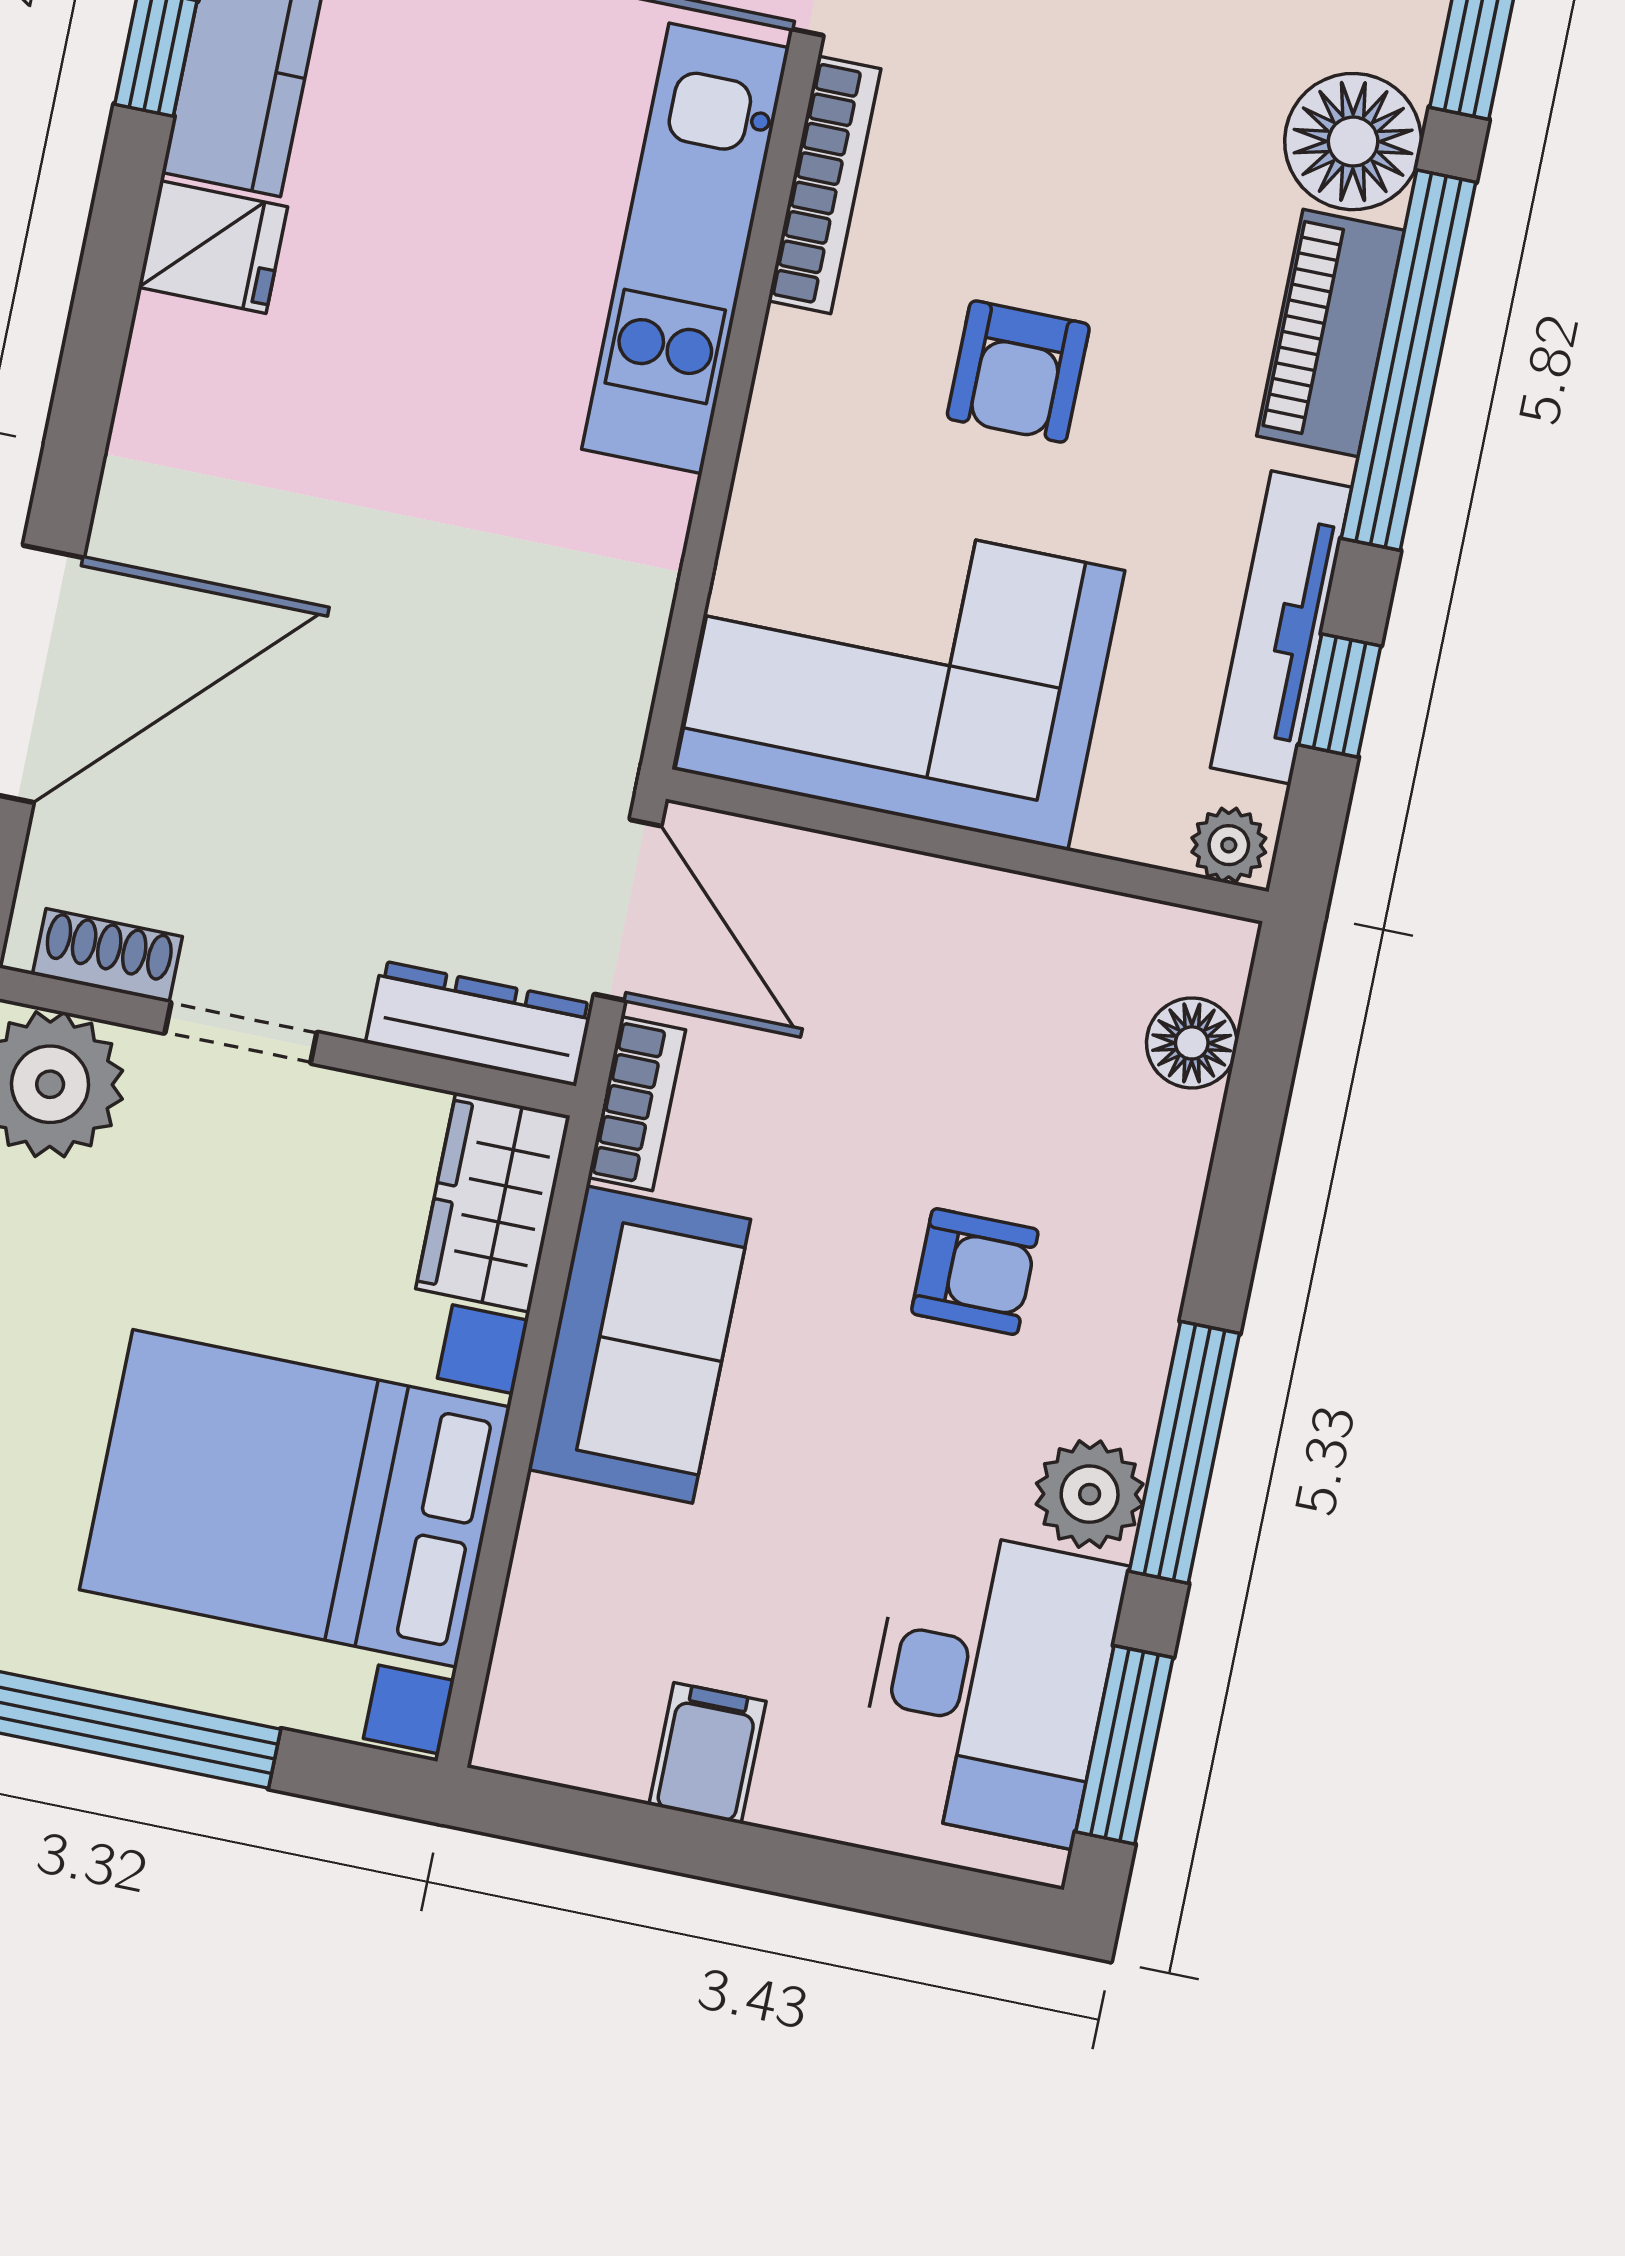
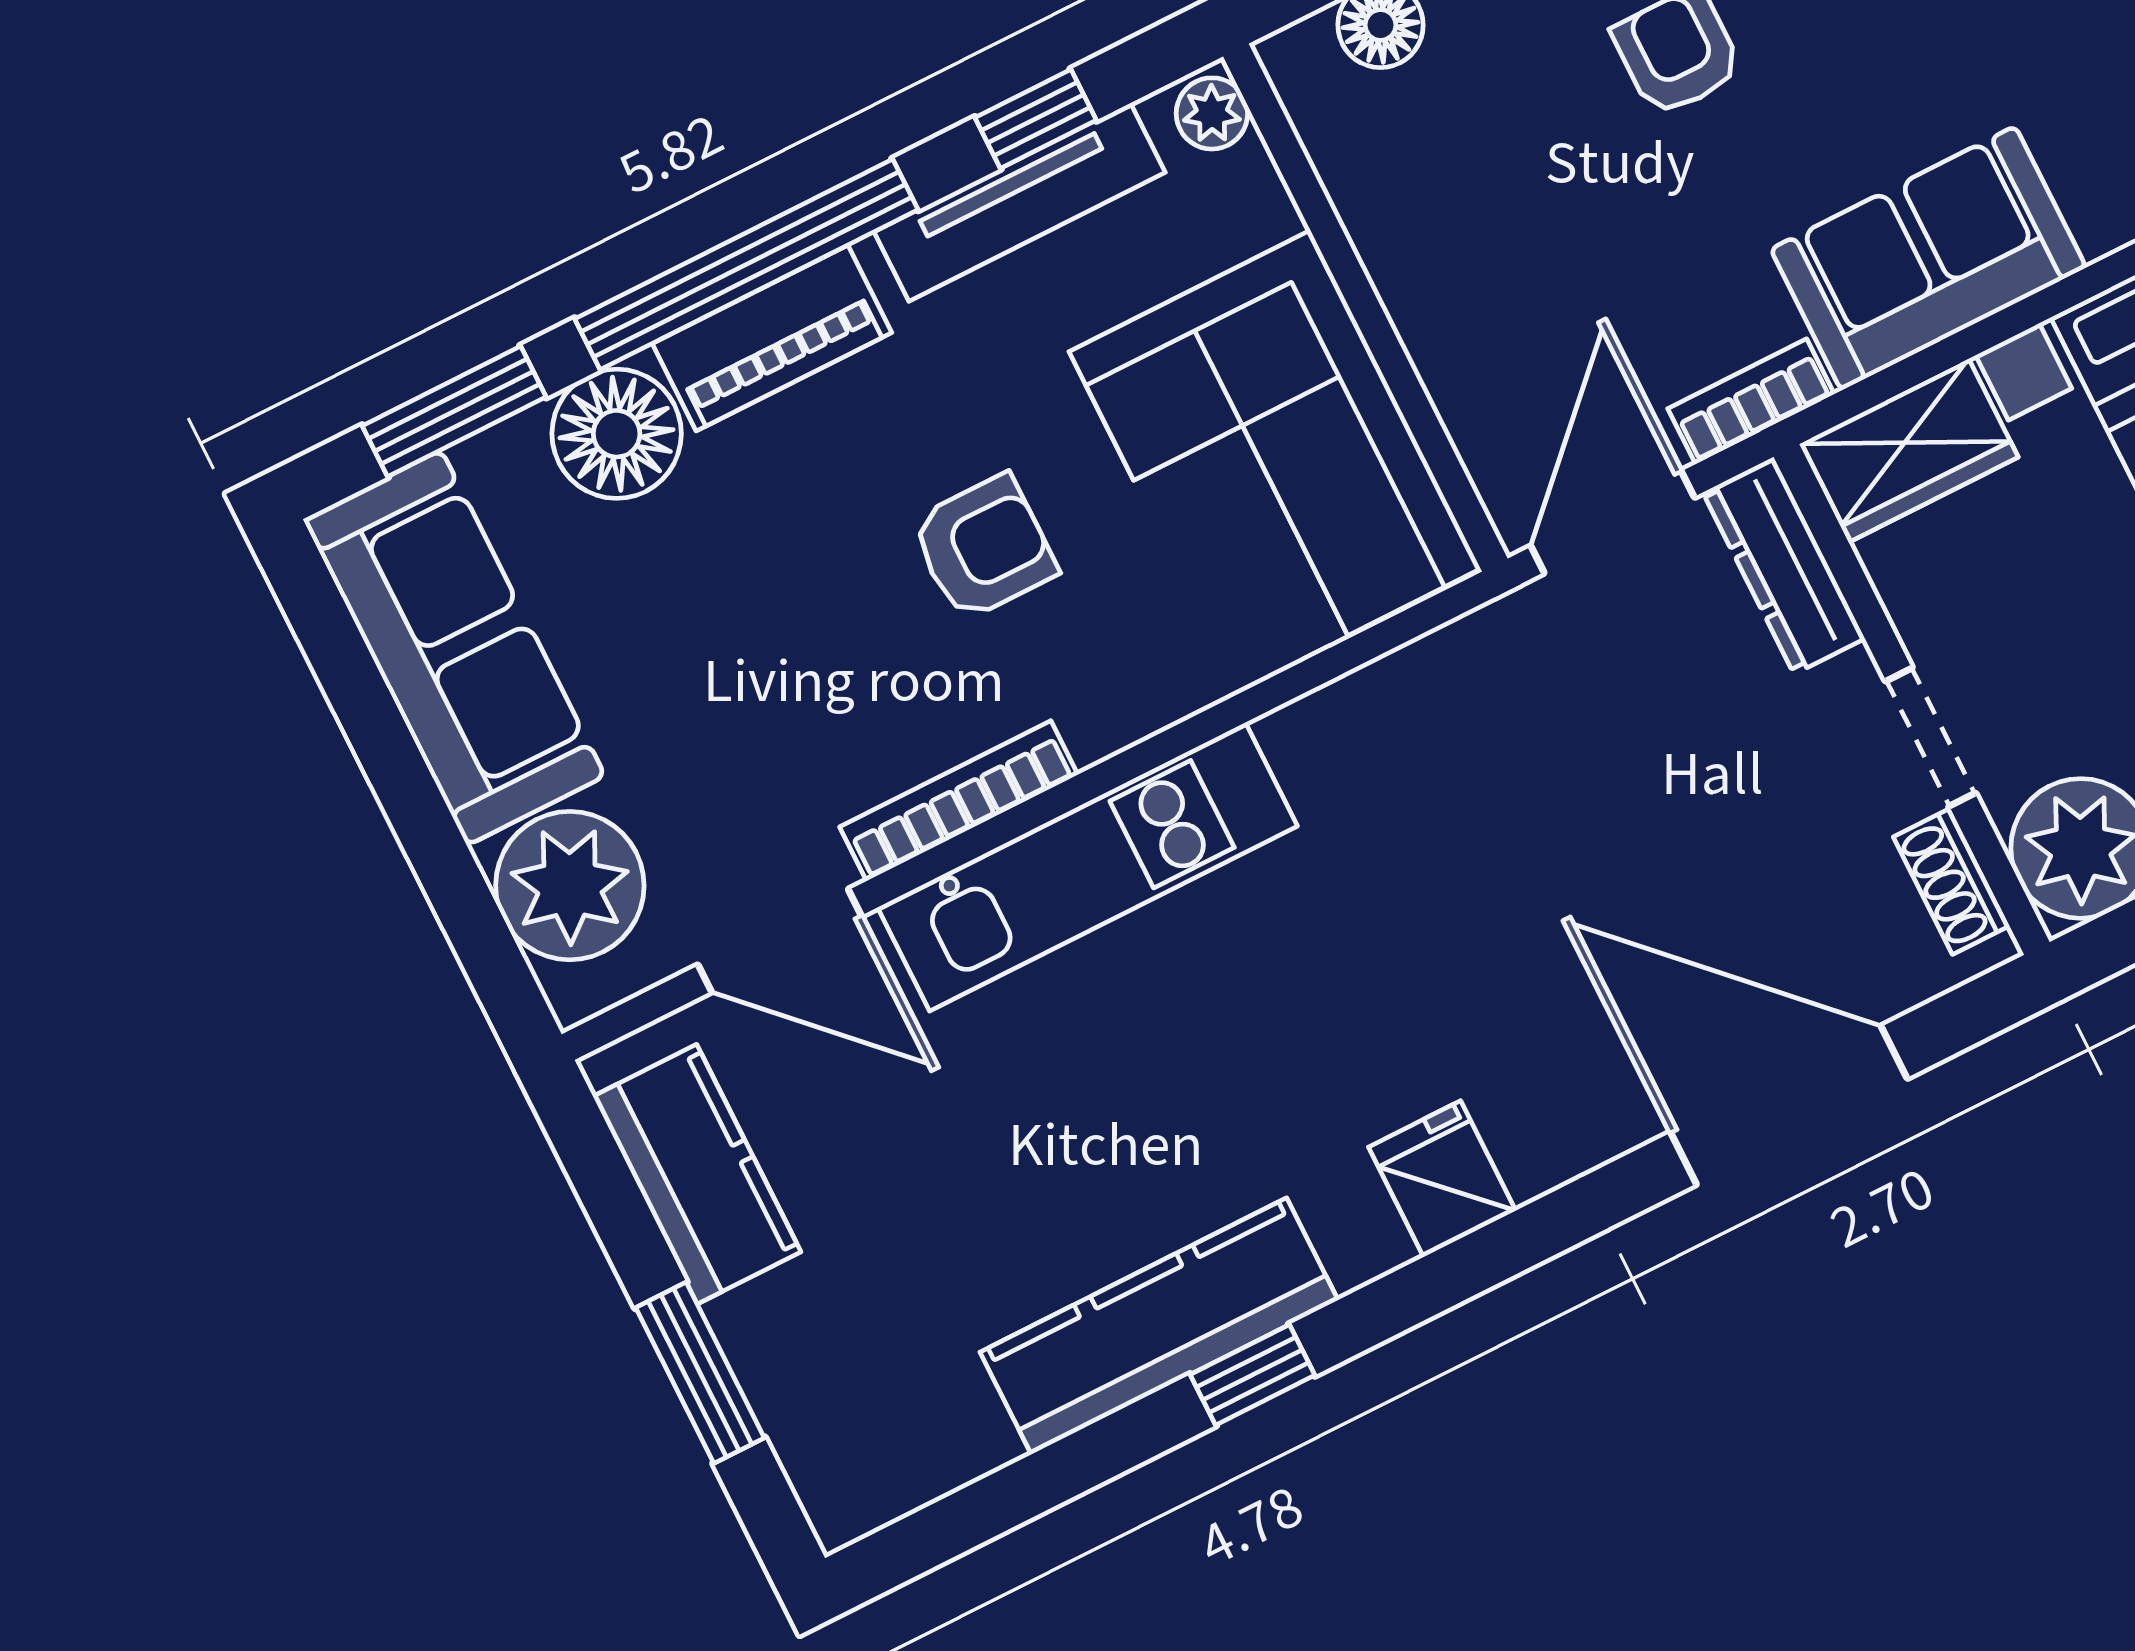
fridge: (213, 247) -> (1442, 1179), moved

